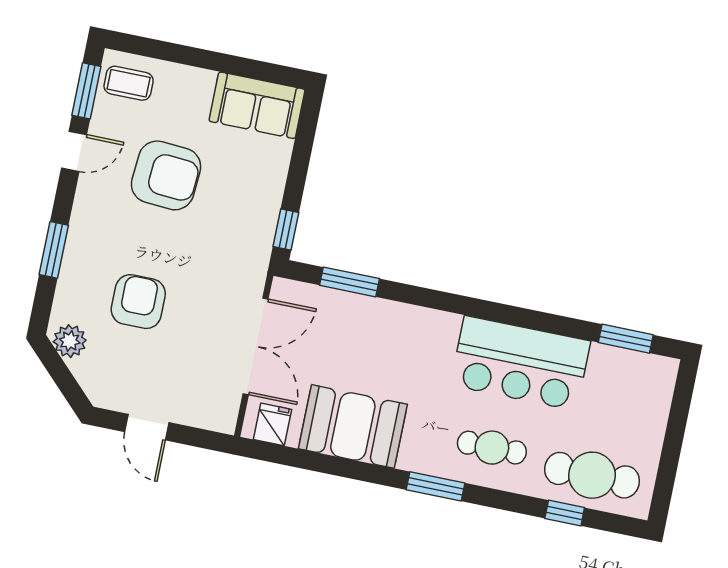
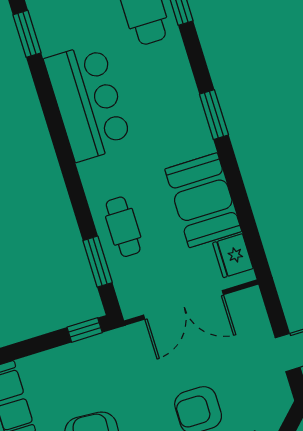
double door: (256, 346) -> (183, 305), swing flipped
fridge: (273, 424) -> (233, 256), width x1.38
cafe table: (492, 448) -> (123, 227), moved

